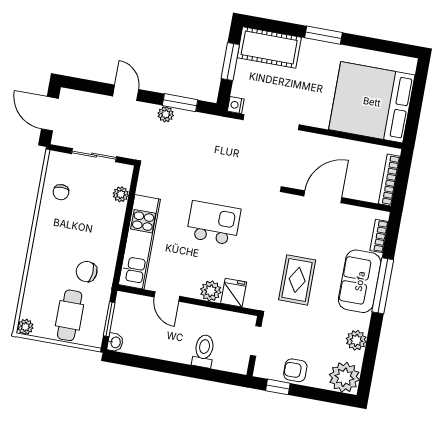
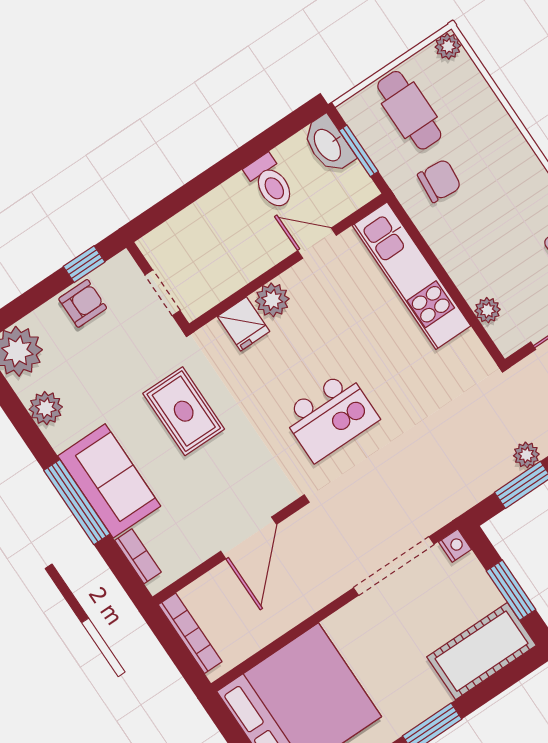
kitchen island: (214, 223) -> (330, 416), moved
washbasin: (115, 342) -> (328, 145), width x1.91, depth x1.45
toilet: (204, 351) -> (270, 182), moved

